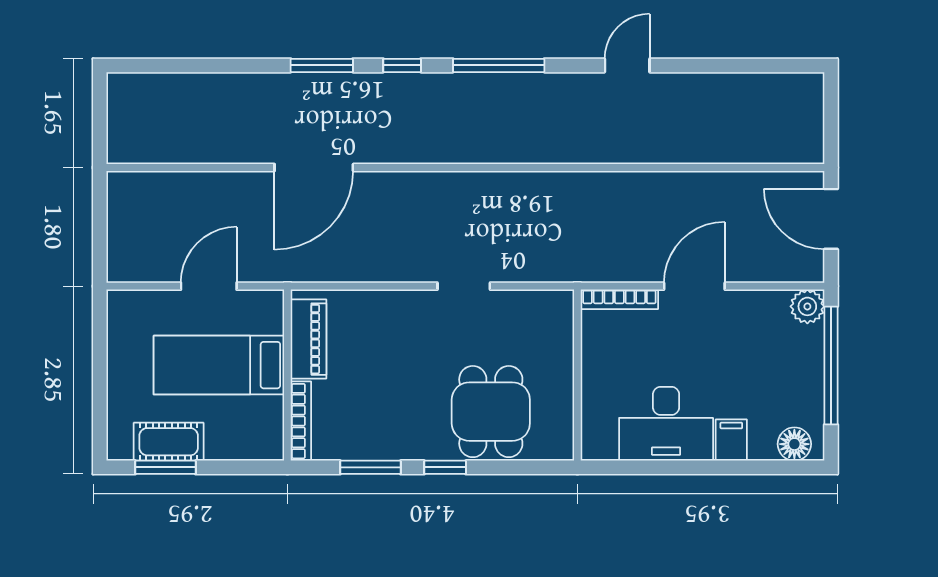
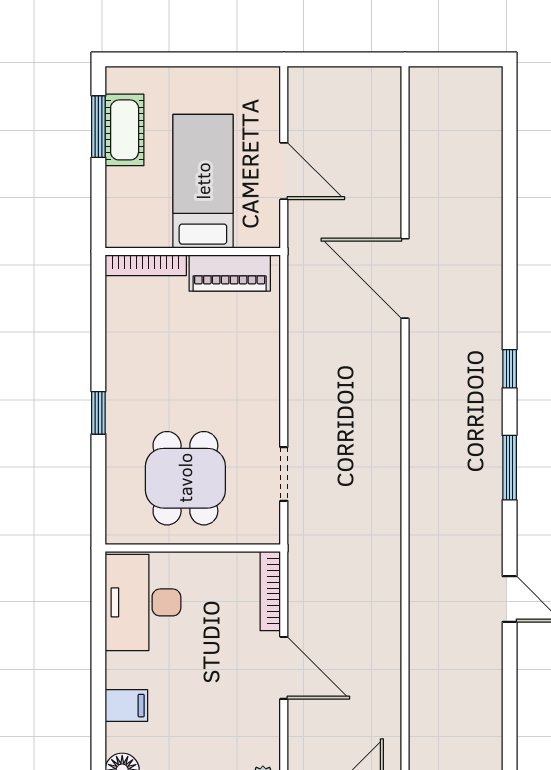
window: (322, 65) -> (510, 287), removed
window: (499, 65) -> (510, 468), width x0.69
doorway: (464, 286) -> (284, 474), moved
dining table: (491, 412) -> (185, 478), moved, turned 90
desk: (666, 424) -> (143, 602), moved
window: (370, 467) -> (98, 336), removed

